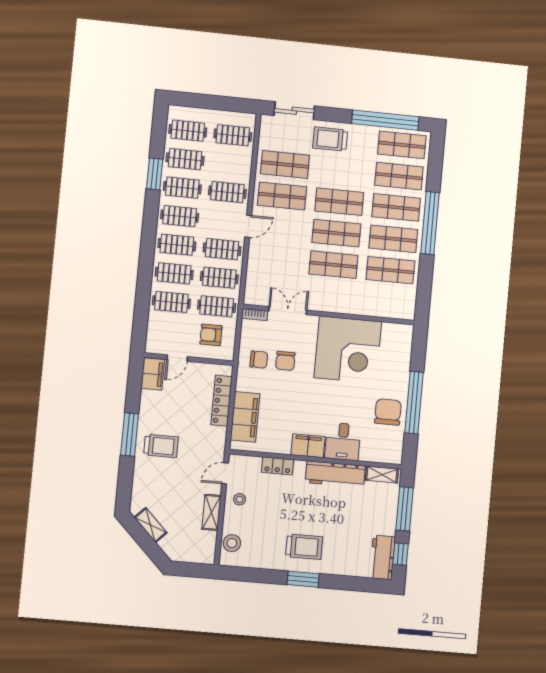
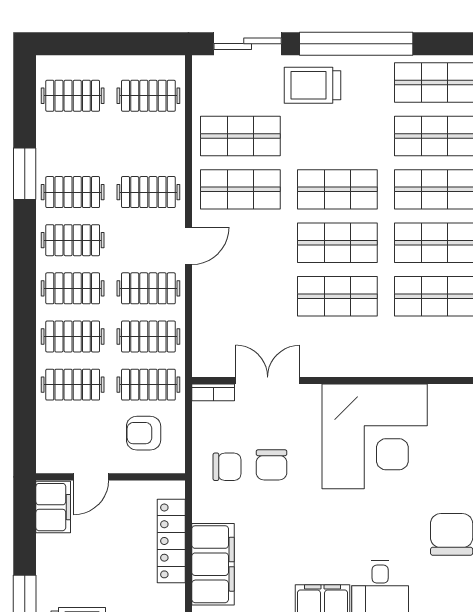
window: (385, 120) -> (356, 44), moved
clothes rail: (185, 159) -> (73, 144), removed

